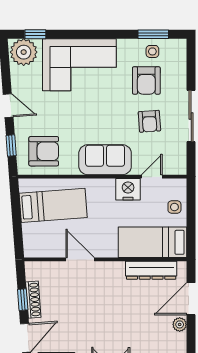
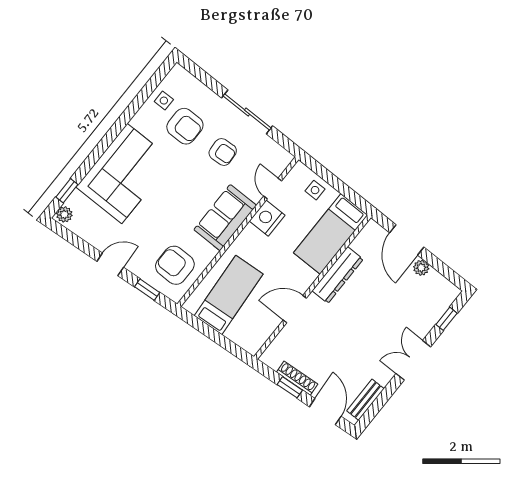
window: (153, 34) -> (149, 88), removed
plant: (24, 52) -> (64, 214), width x0.53, depth x0.53
armchair: (44, 151) -> (175, 265), turned -90
dresser: (151, 270) -> (338, 275), moved

